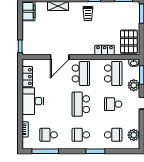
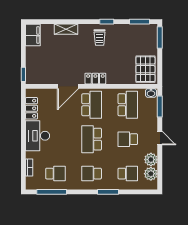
locker: (105, 50) -> (95, 79), moved
plant: (134, 85) -> (151, 160), moved
school desk: (49, 135) -> (55, 174), turned 180

